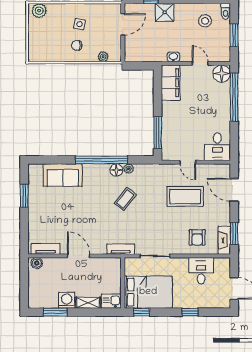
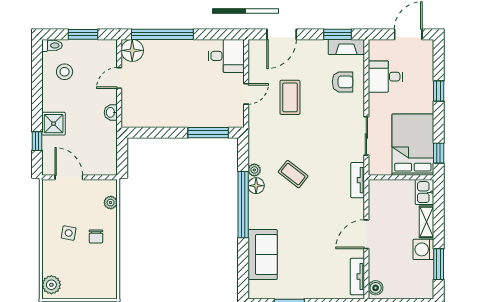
filing cabinet: (171, 83) -> (144, 116), removed
coffee table: (185, 196) -> (290, 97), width x0.73, depth x0.76

